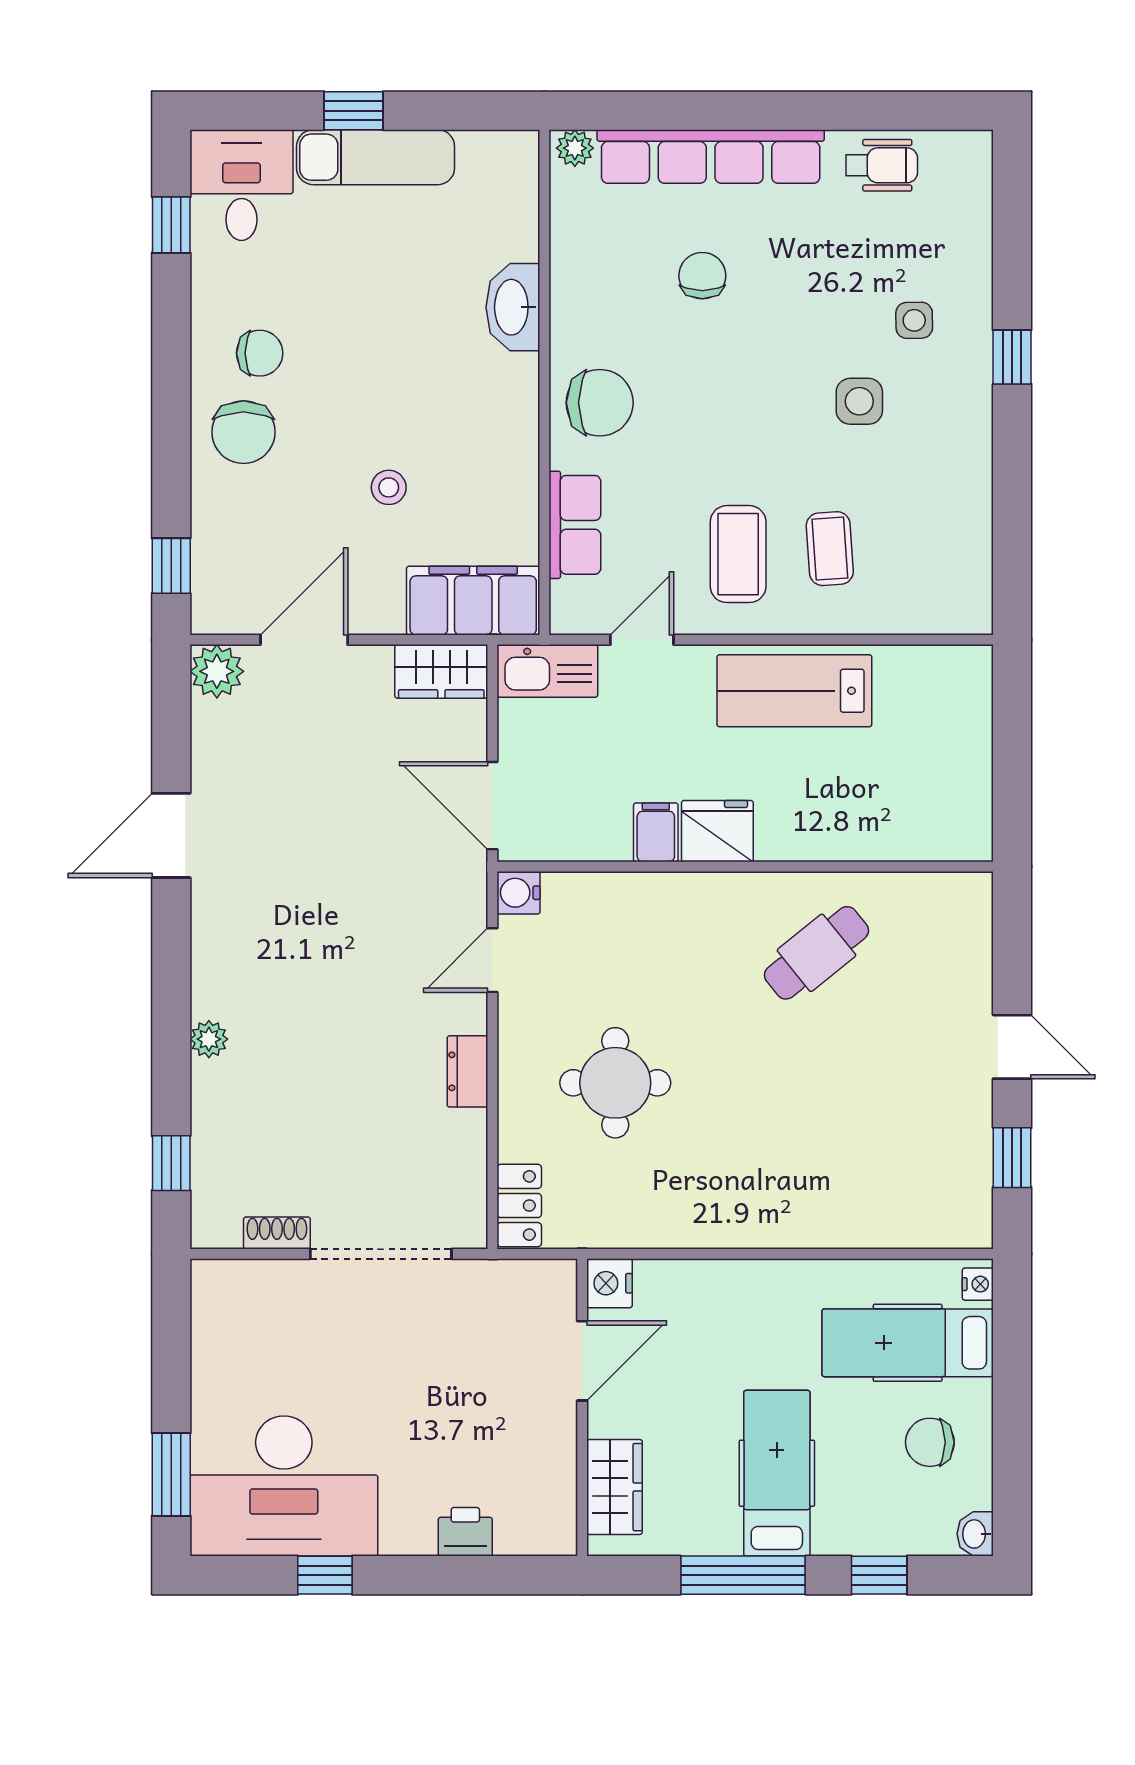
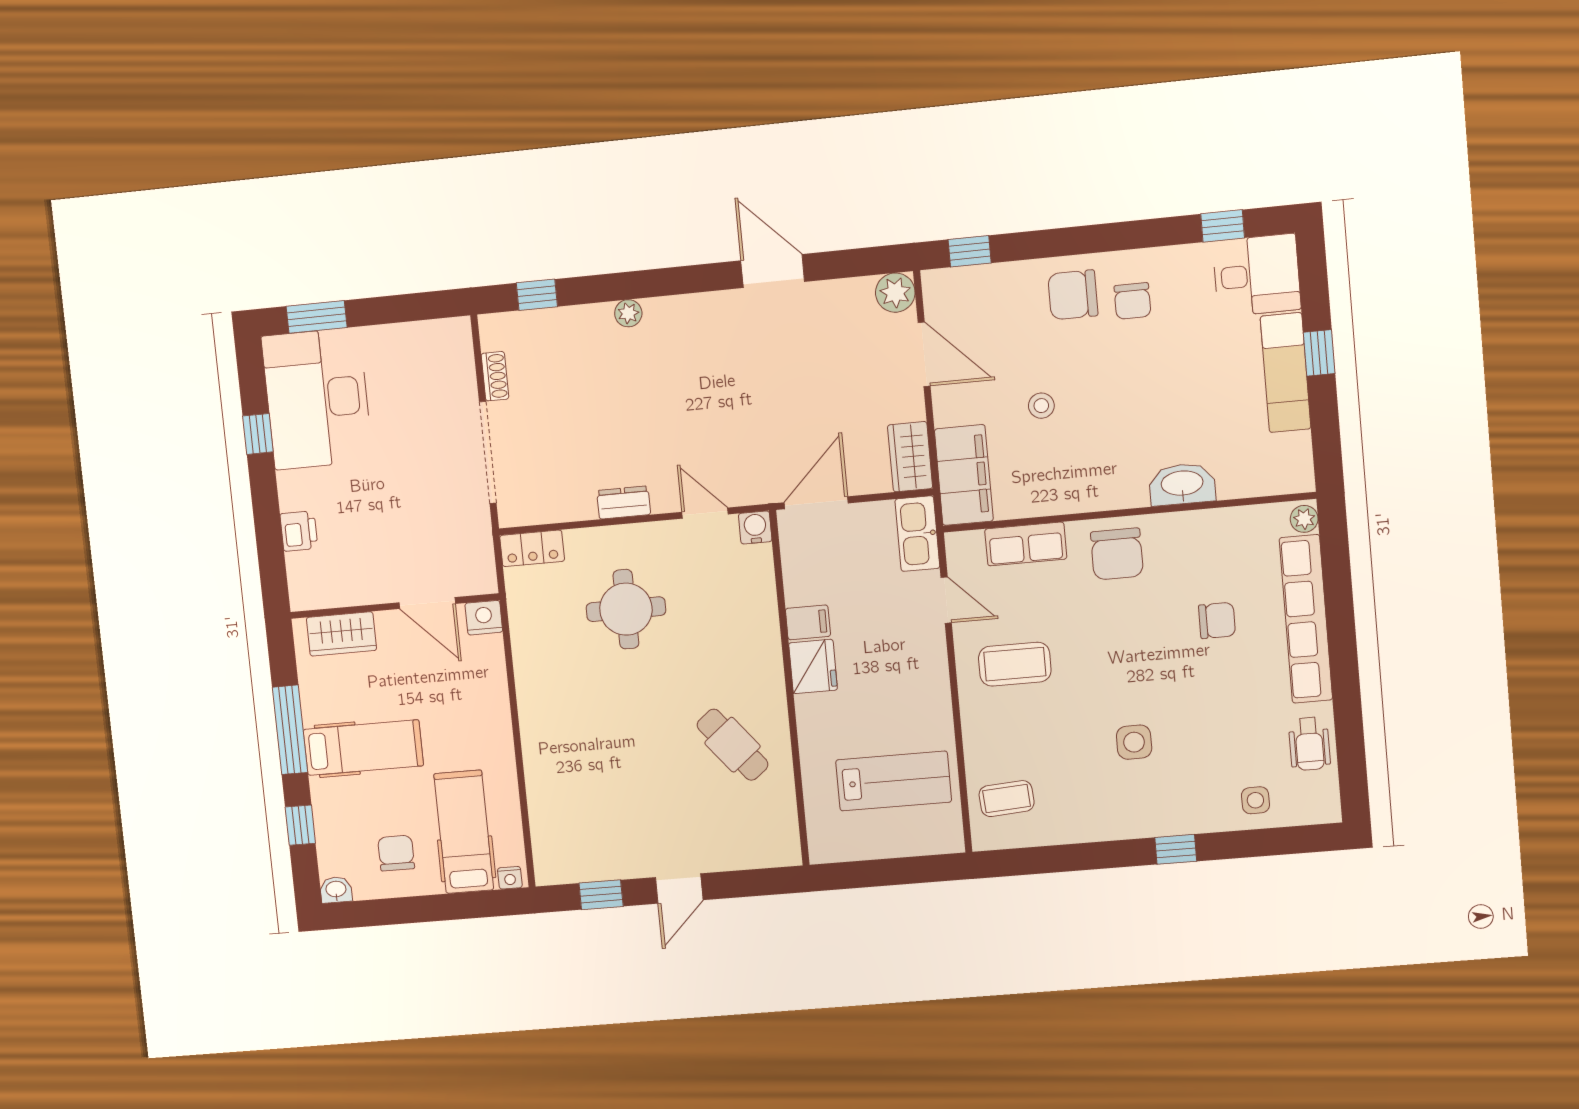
side table: (914, 320) -> (1255, 800), moved
coffee table: (830, 549) -> (1007, 799), moved
lab bench: (794, 691) -> (894, 781), moved, turned 90

